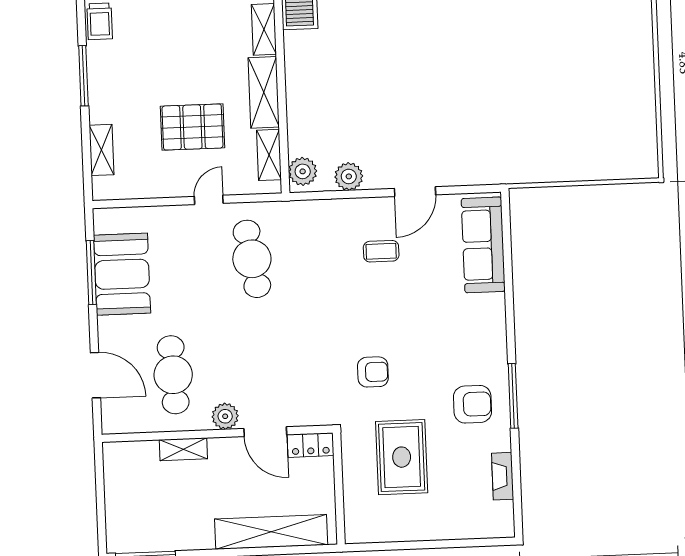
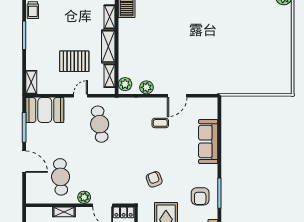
shelving: (101, 150) -> (31, 82), moved
sofa: (483, 245) -> (208, 142), moved
booth: (122, 274) -> (45, 110), moved, turned 90
armchair: (373, 372) -> (154, 179), turned -111
door: (95, 375) -> (24, 162), moved
armchair: (473, 404) -> (200, 196), turned 90

